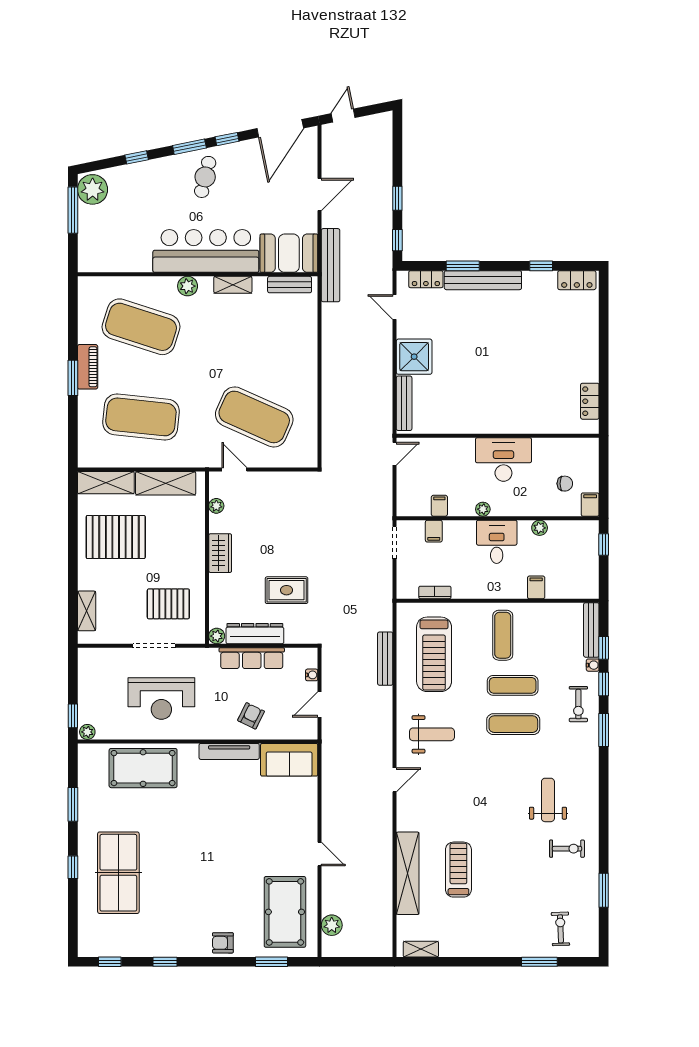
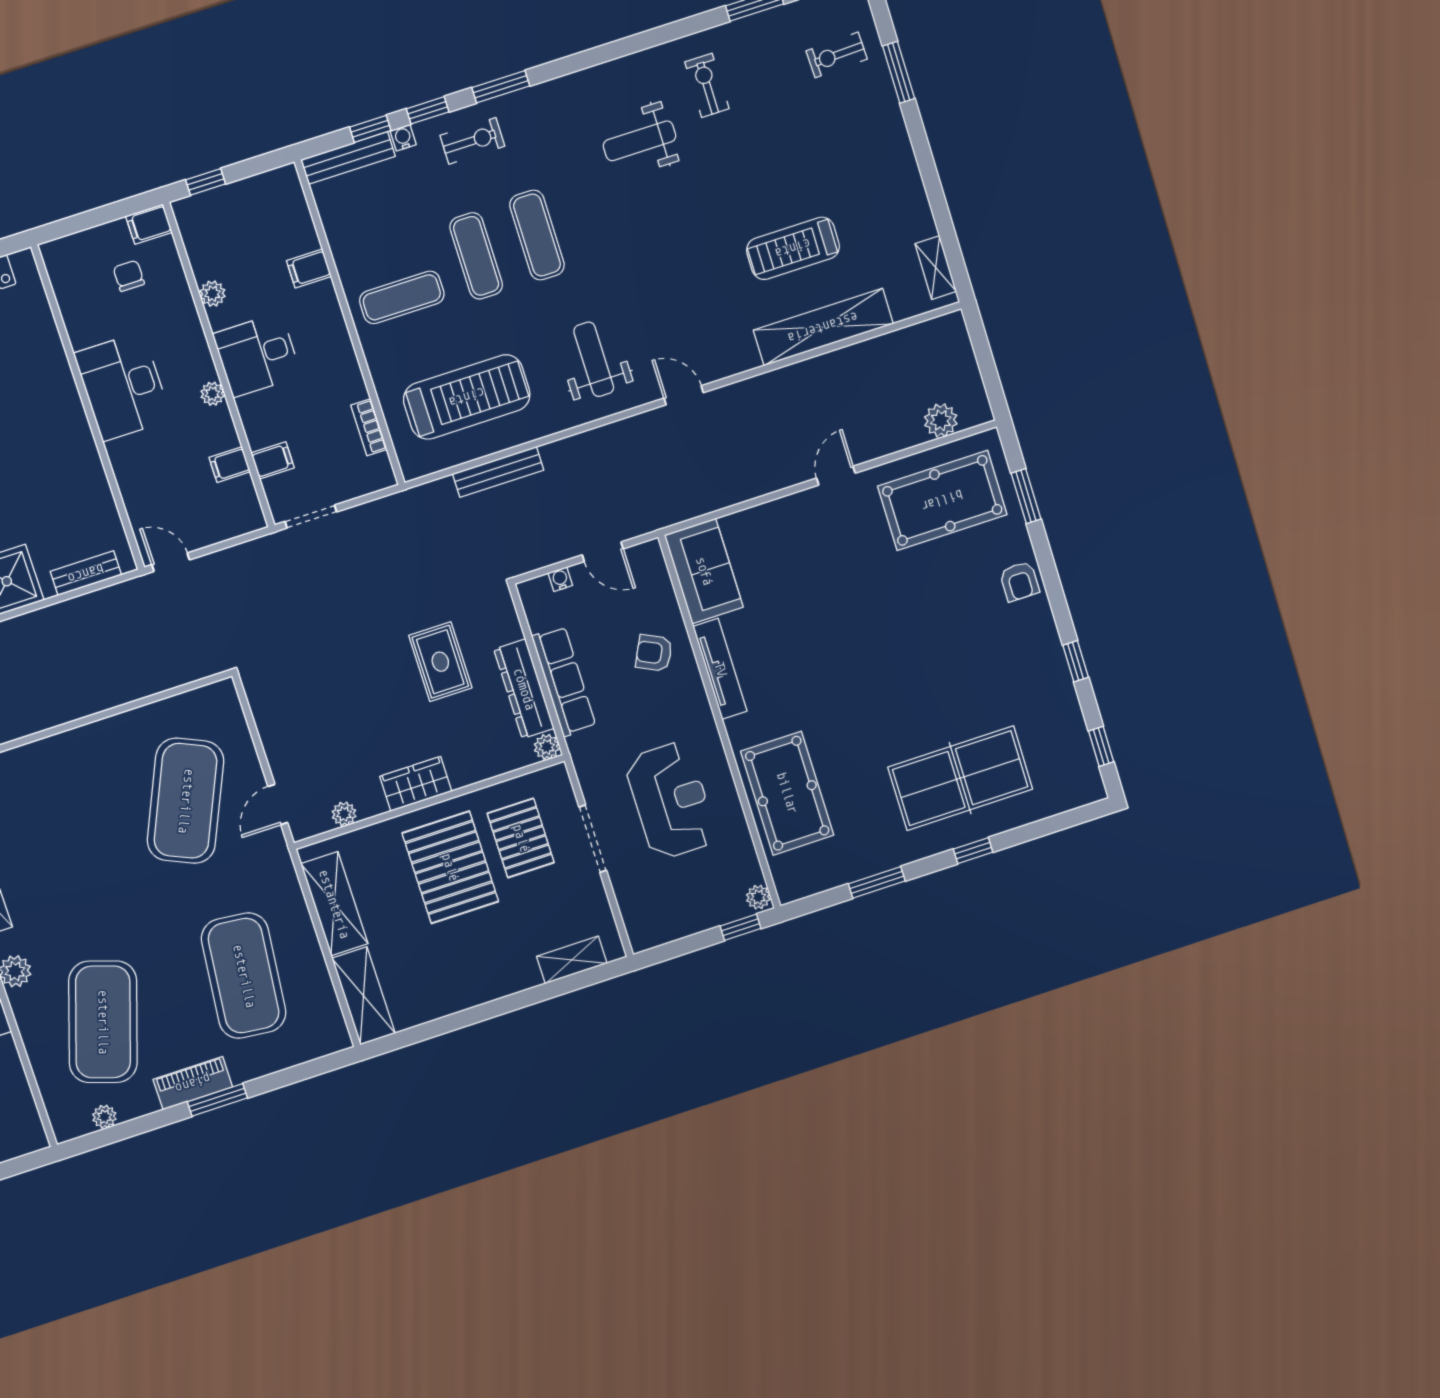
plant: (85, 309) -> (104, 1117), added
bench: (404, 403) -> (86, 573), width x0.73
pallet: (116, 537) -> (450, 867), moved

